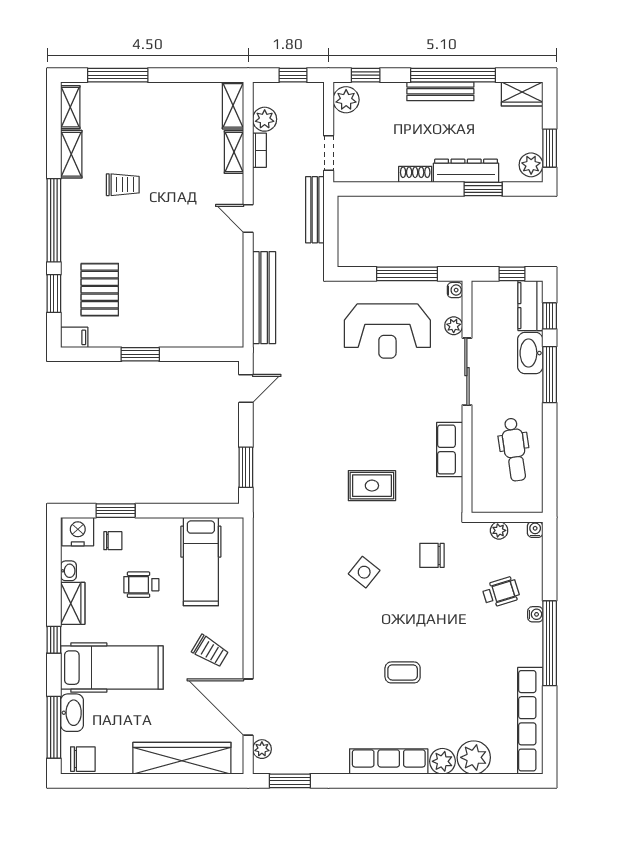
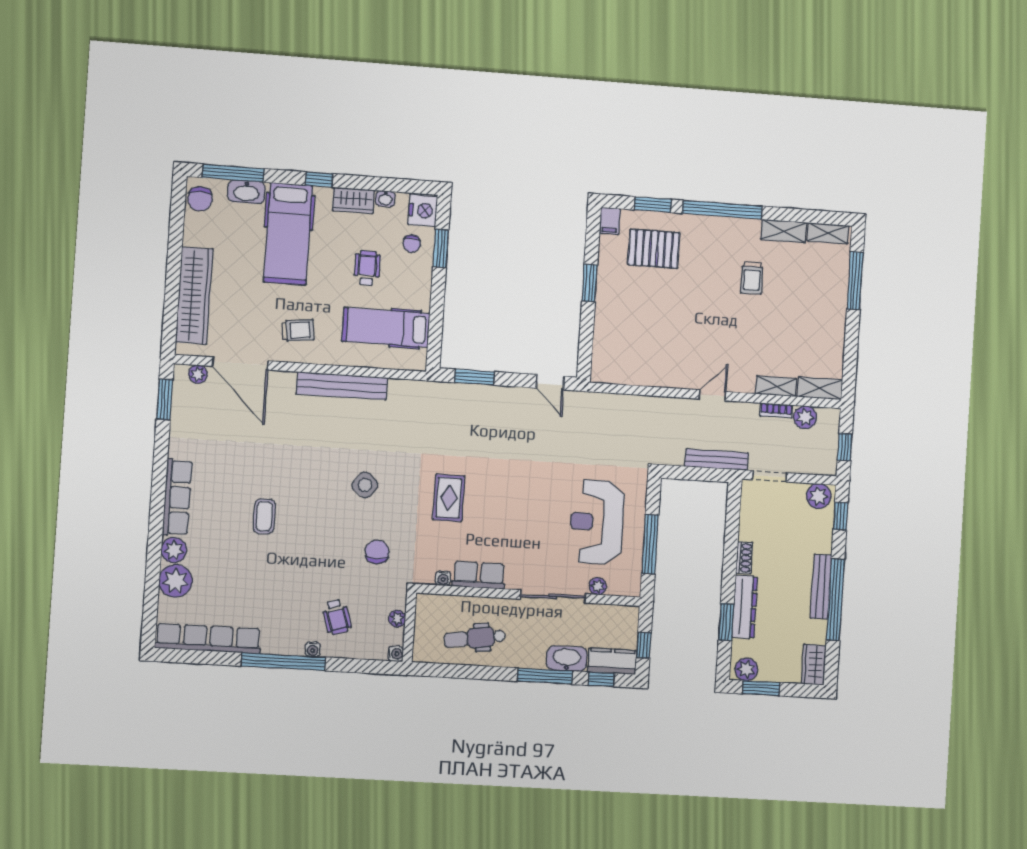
water cooler: (455, 290) -> (443, 578), moved
bench: (264, 298) -> (342, 386), moved
trolley: (210, 651) -> (298, 330), turned -128
door: (248, 707) -> (240, 364), swing flipped

